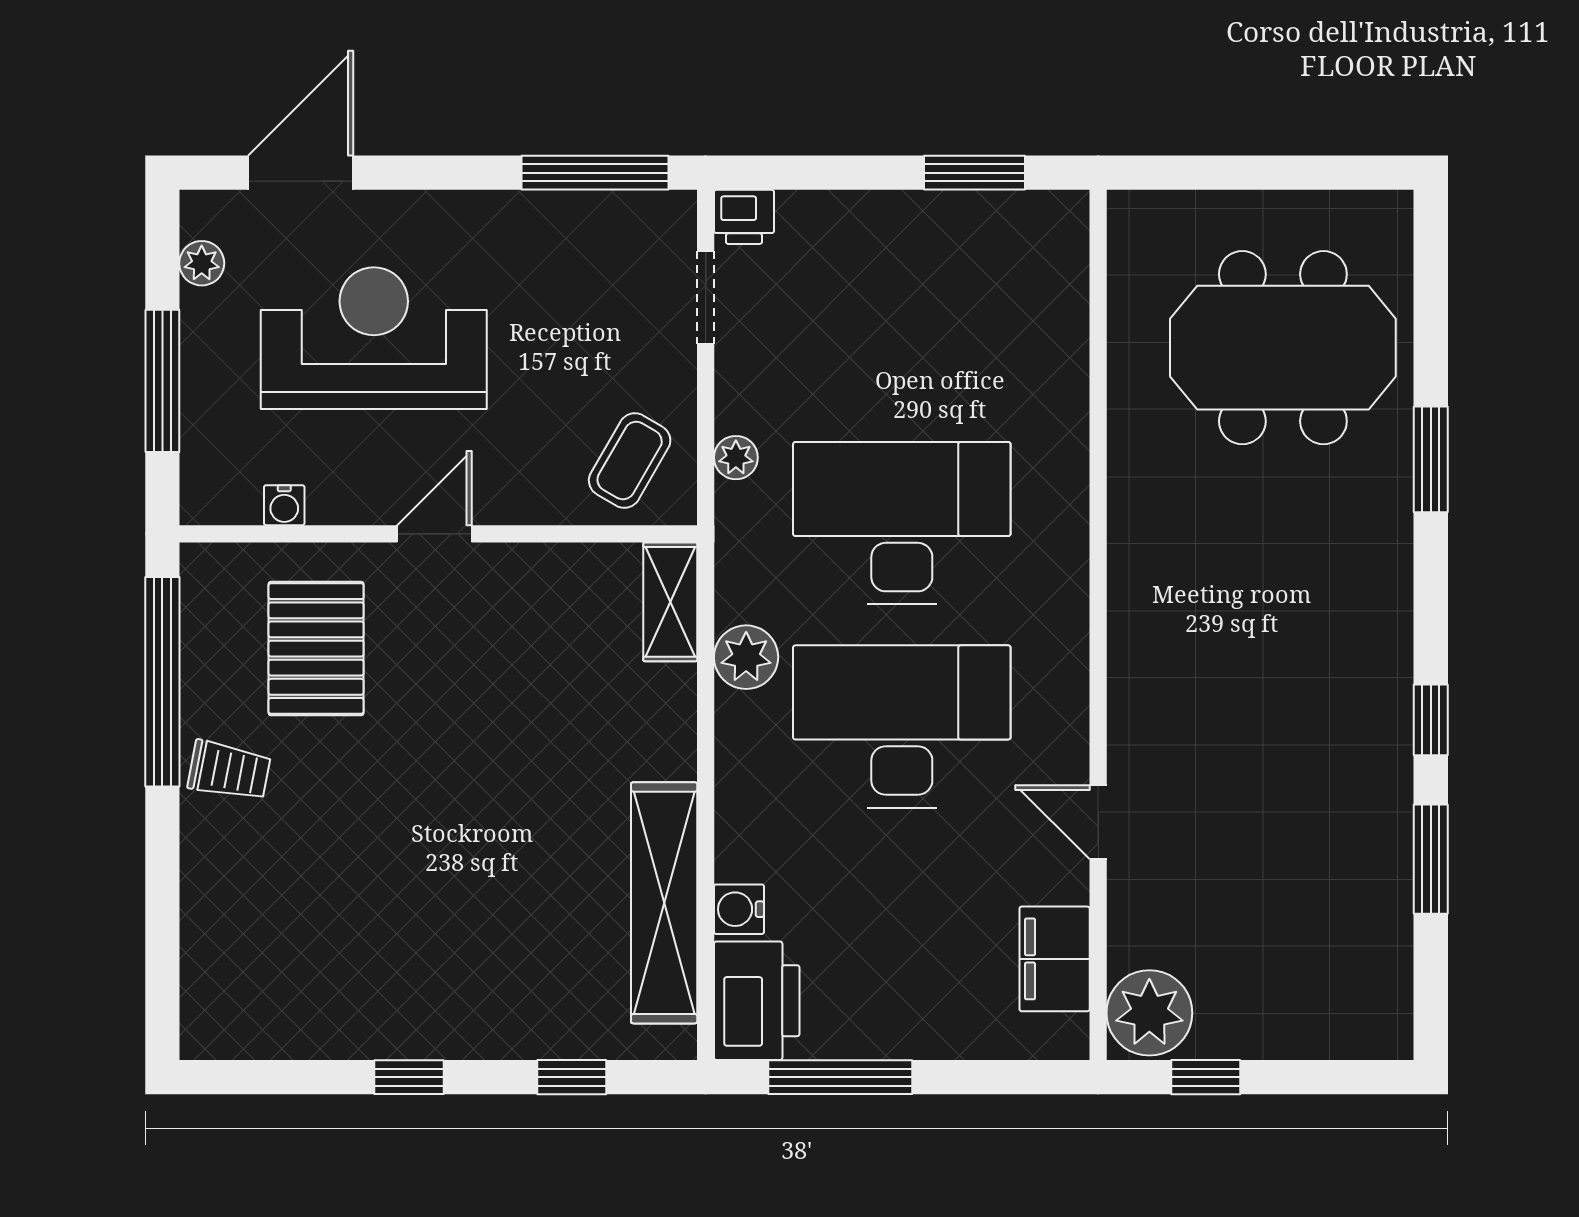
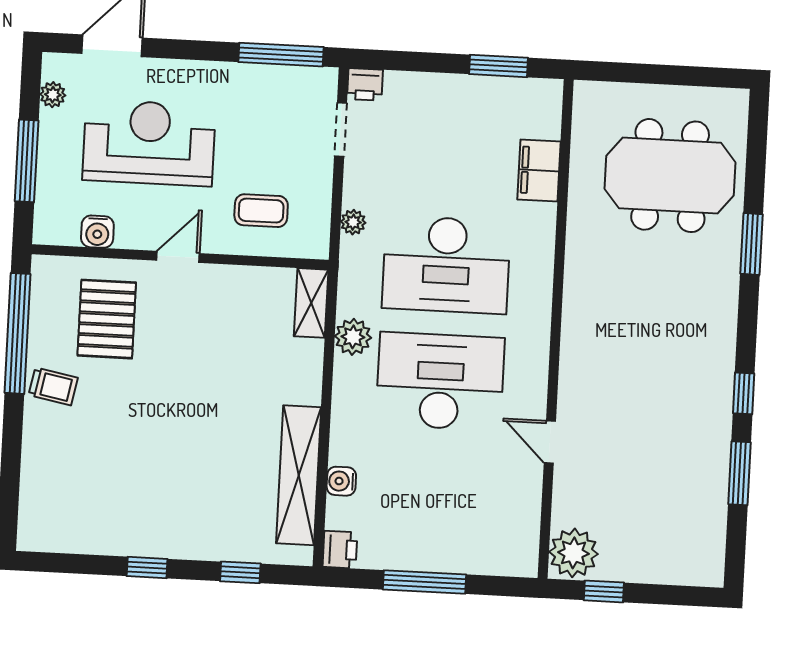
coffee table: (630, 460) -> (261, 211), moved, turned 60
water cooler: (284, 505) -> (97, 232), width x1.38, depth x1.38
desk: (902, 523) -> (446, 265), turned 180
filing cabinet: (1055, 959) -> (539, 170), moved
printer: (757, 1001) -> (340, 550), width x0.53, depth x0.68
window: (840, 1077) -> (425, 582), moved

